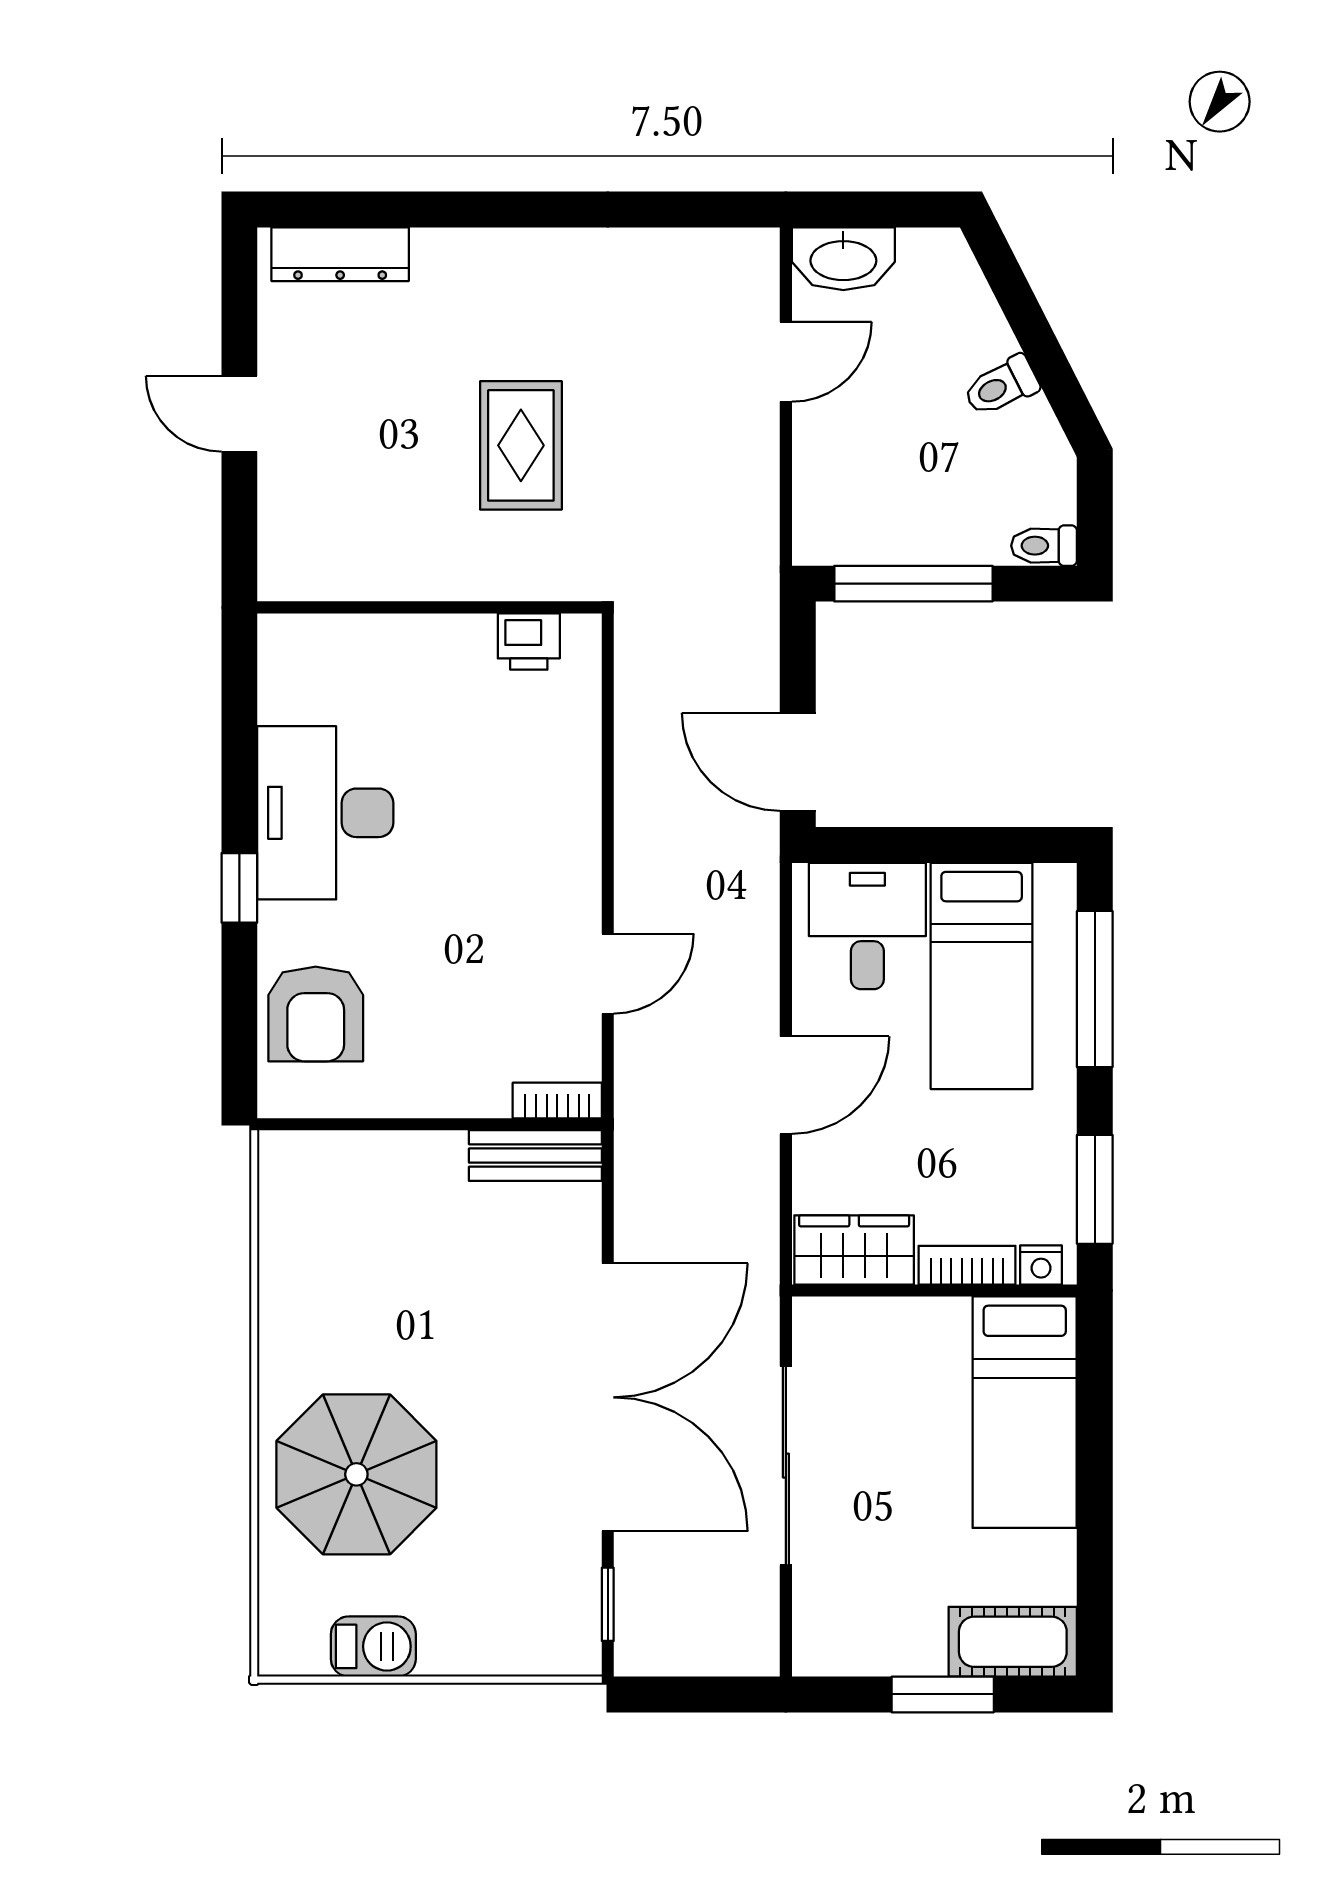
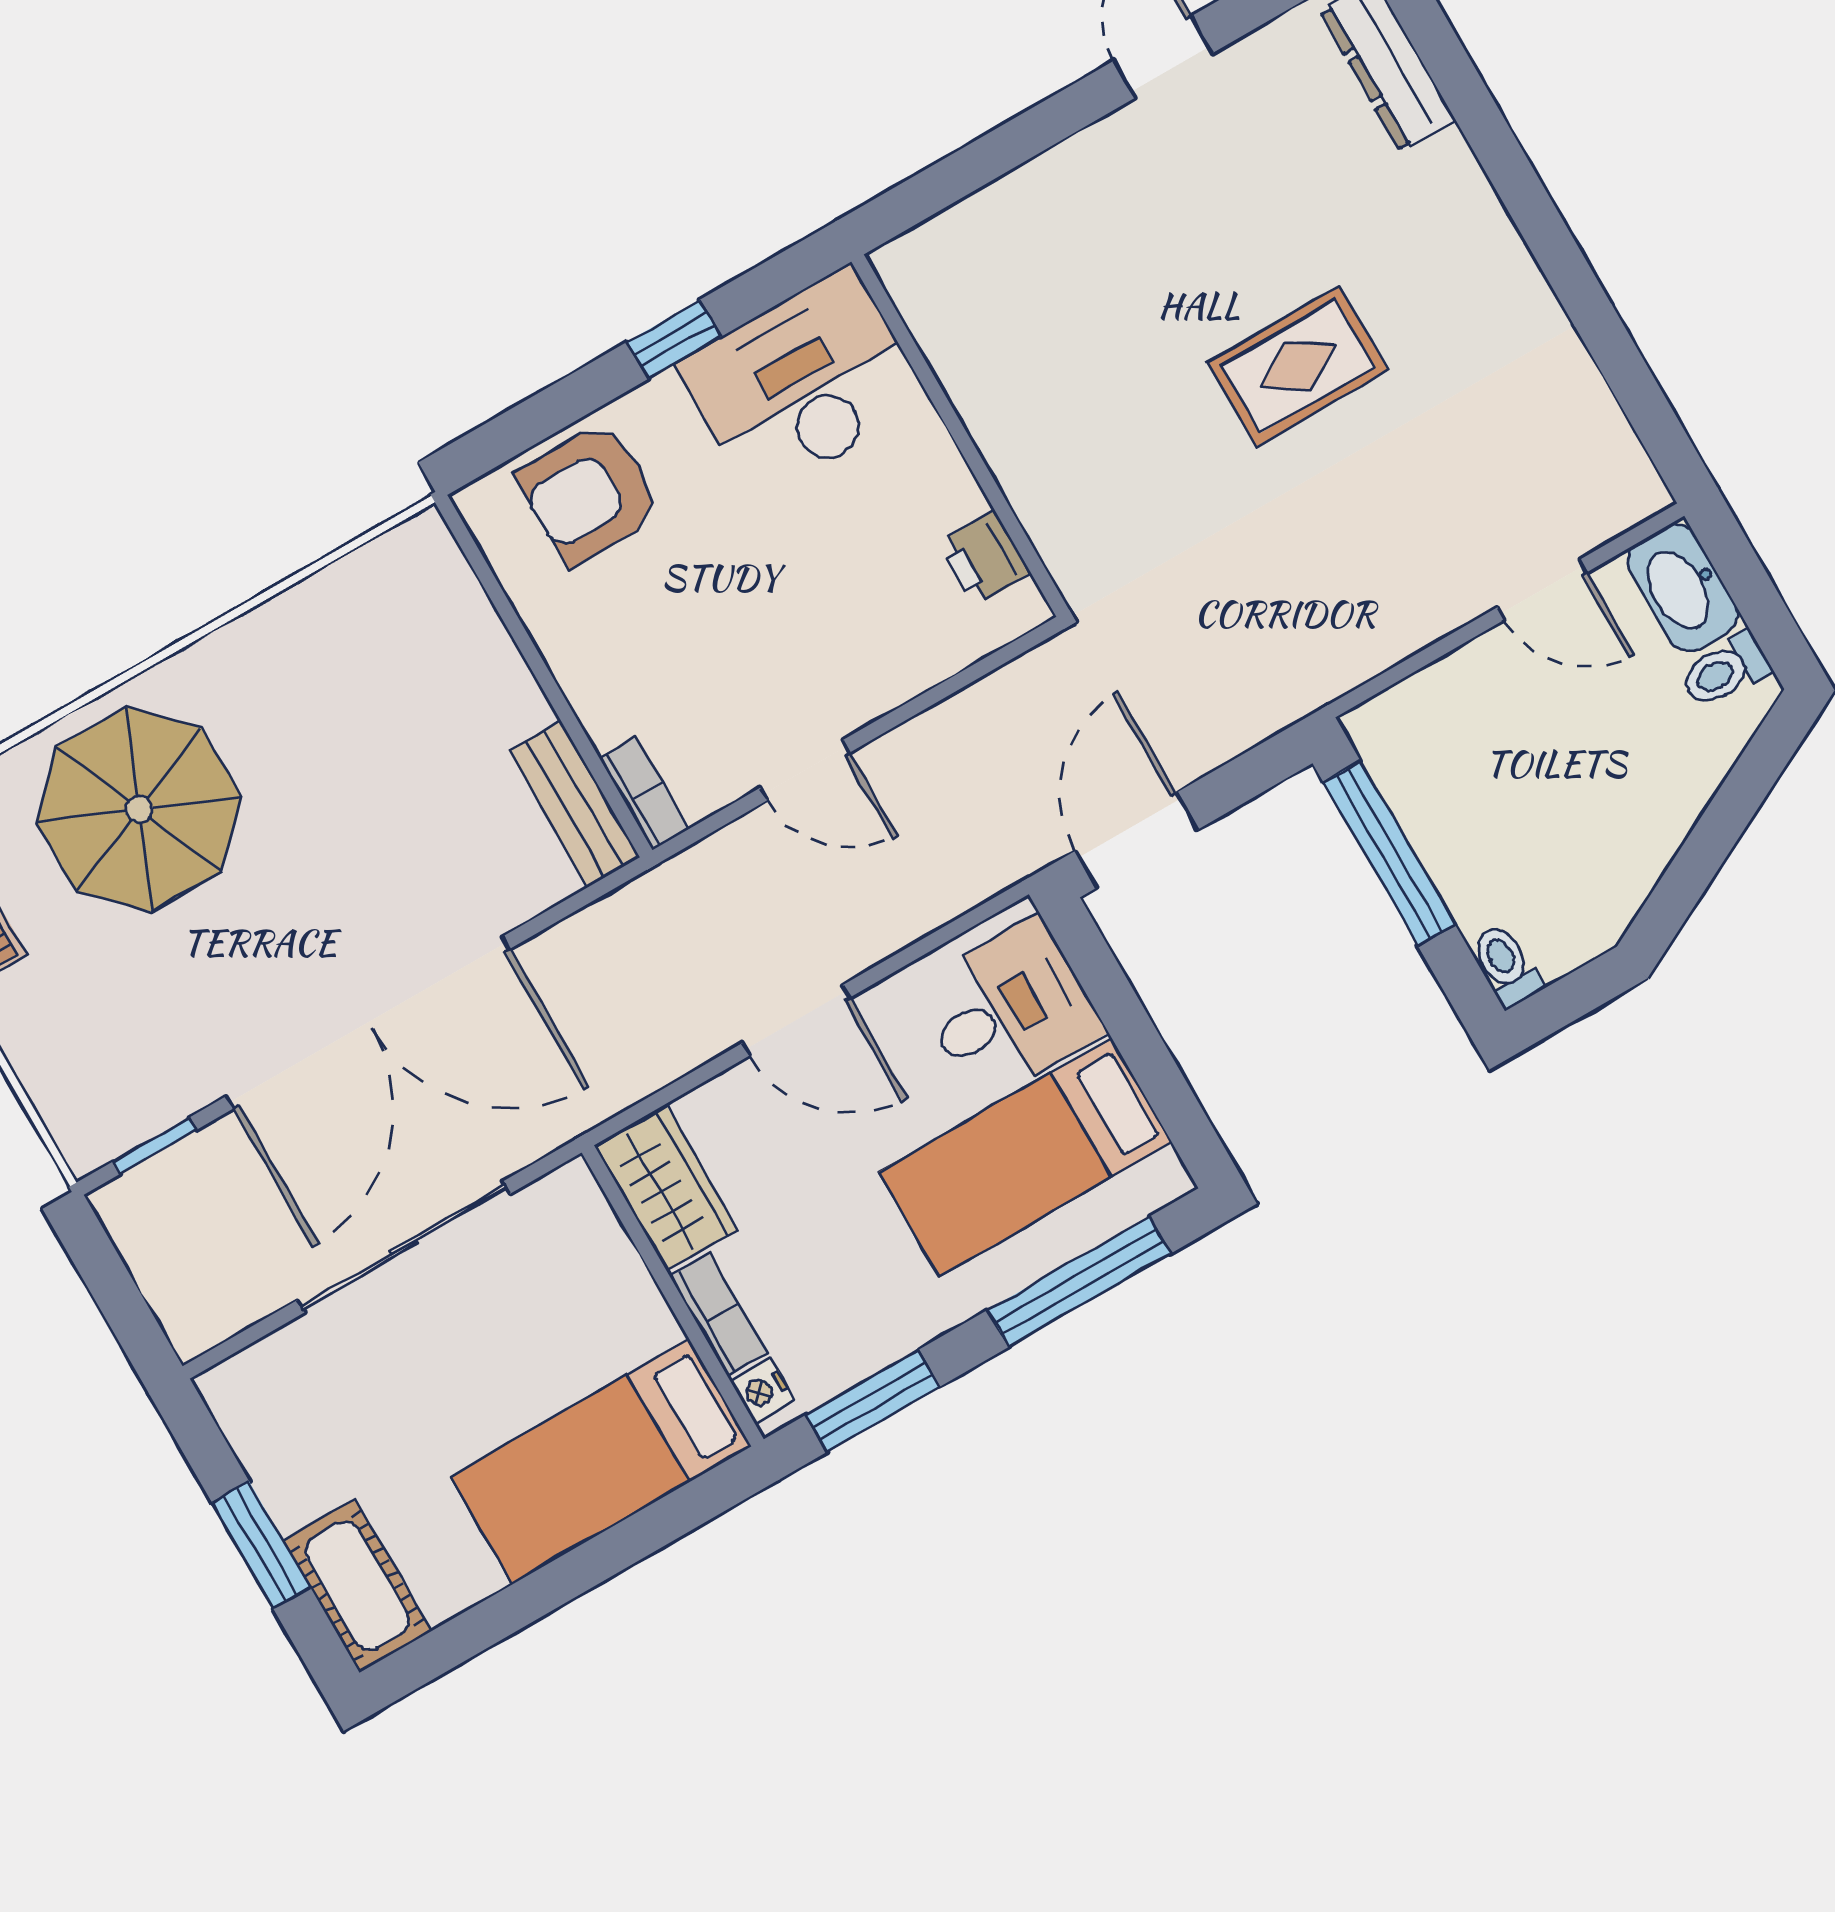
toilet: (1001, 386) -> (1725, 670), moved, turned -63
wall: (430, 607) -> (960, 436), moved
printer: (529, 642) -> (984, 558), moved

